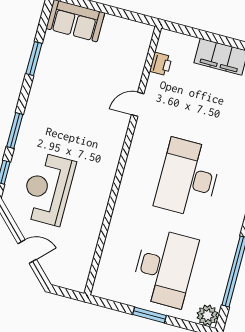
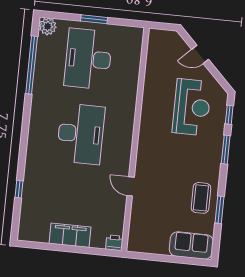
printer: (161, 64) -> (114, 243), moved, turned 90
coffee table: (54, 77) -> (201, 198), added
door: (138, 104) -> (131, 186), swing flipped

